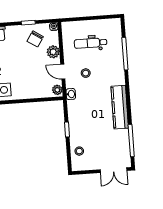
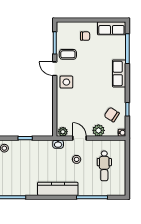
dental chair: (91, 43) -> (104, 166), turned 180
door: (63, 72) -> (80, 138), hinge flipped
kitchen counter: (120, 107) -> (58, 189), moved

